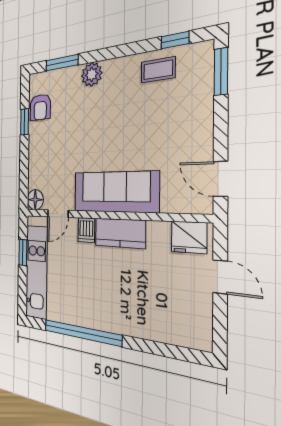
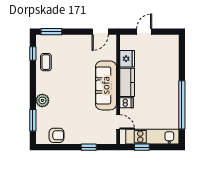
window: (25, 122) -> (89, 147), moved
floor lamp: (35, 200) -> (110, 138), removed
fridge: (189, 237) -> (127, 59), moved

